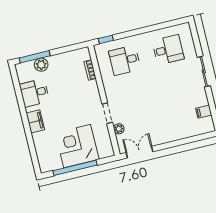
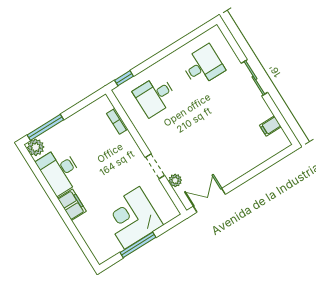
plant: (41, 65) -> (36, 147), moved
desk: (34, 93) -> (60, 171), width x1.37
window: (75, 168) -> (138, 245), width x0.68

